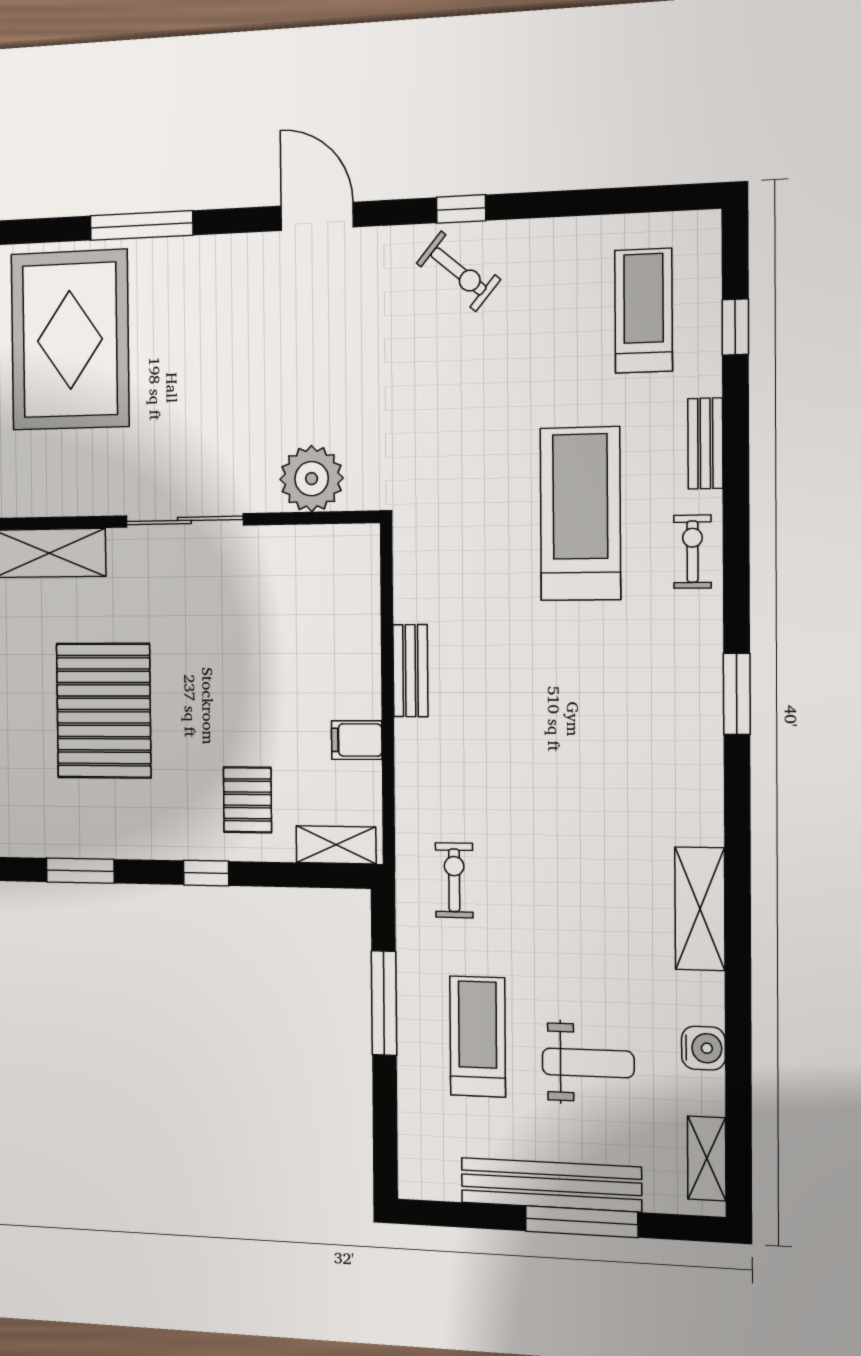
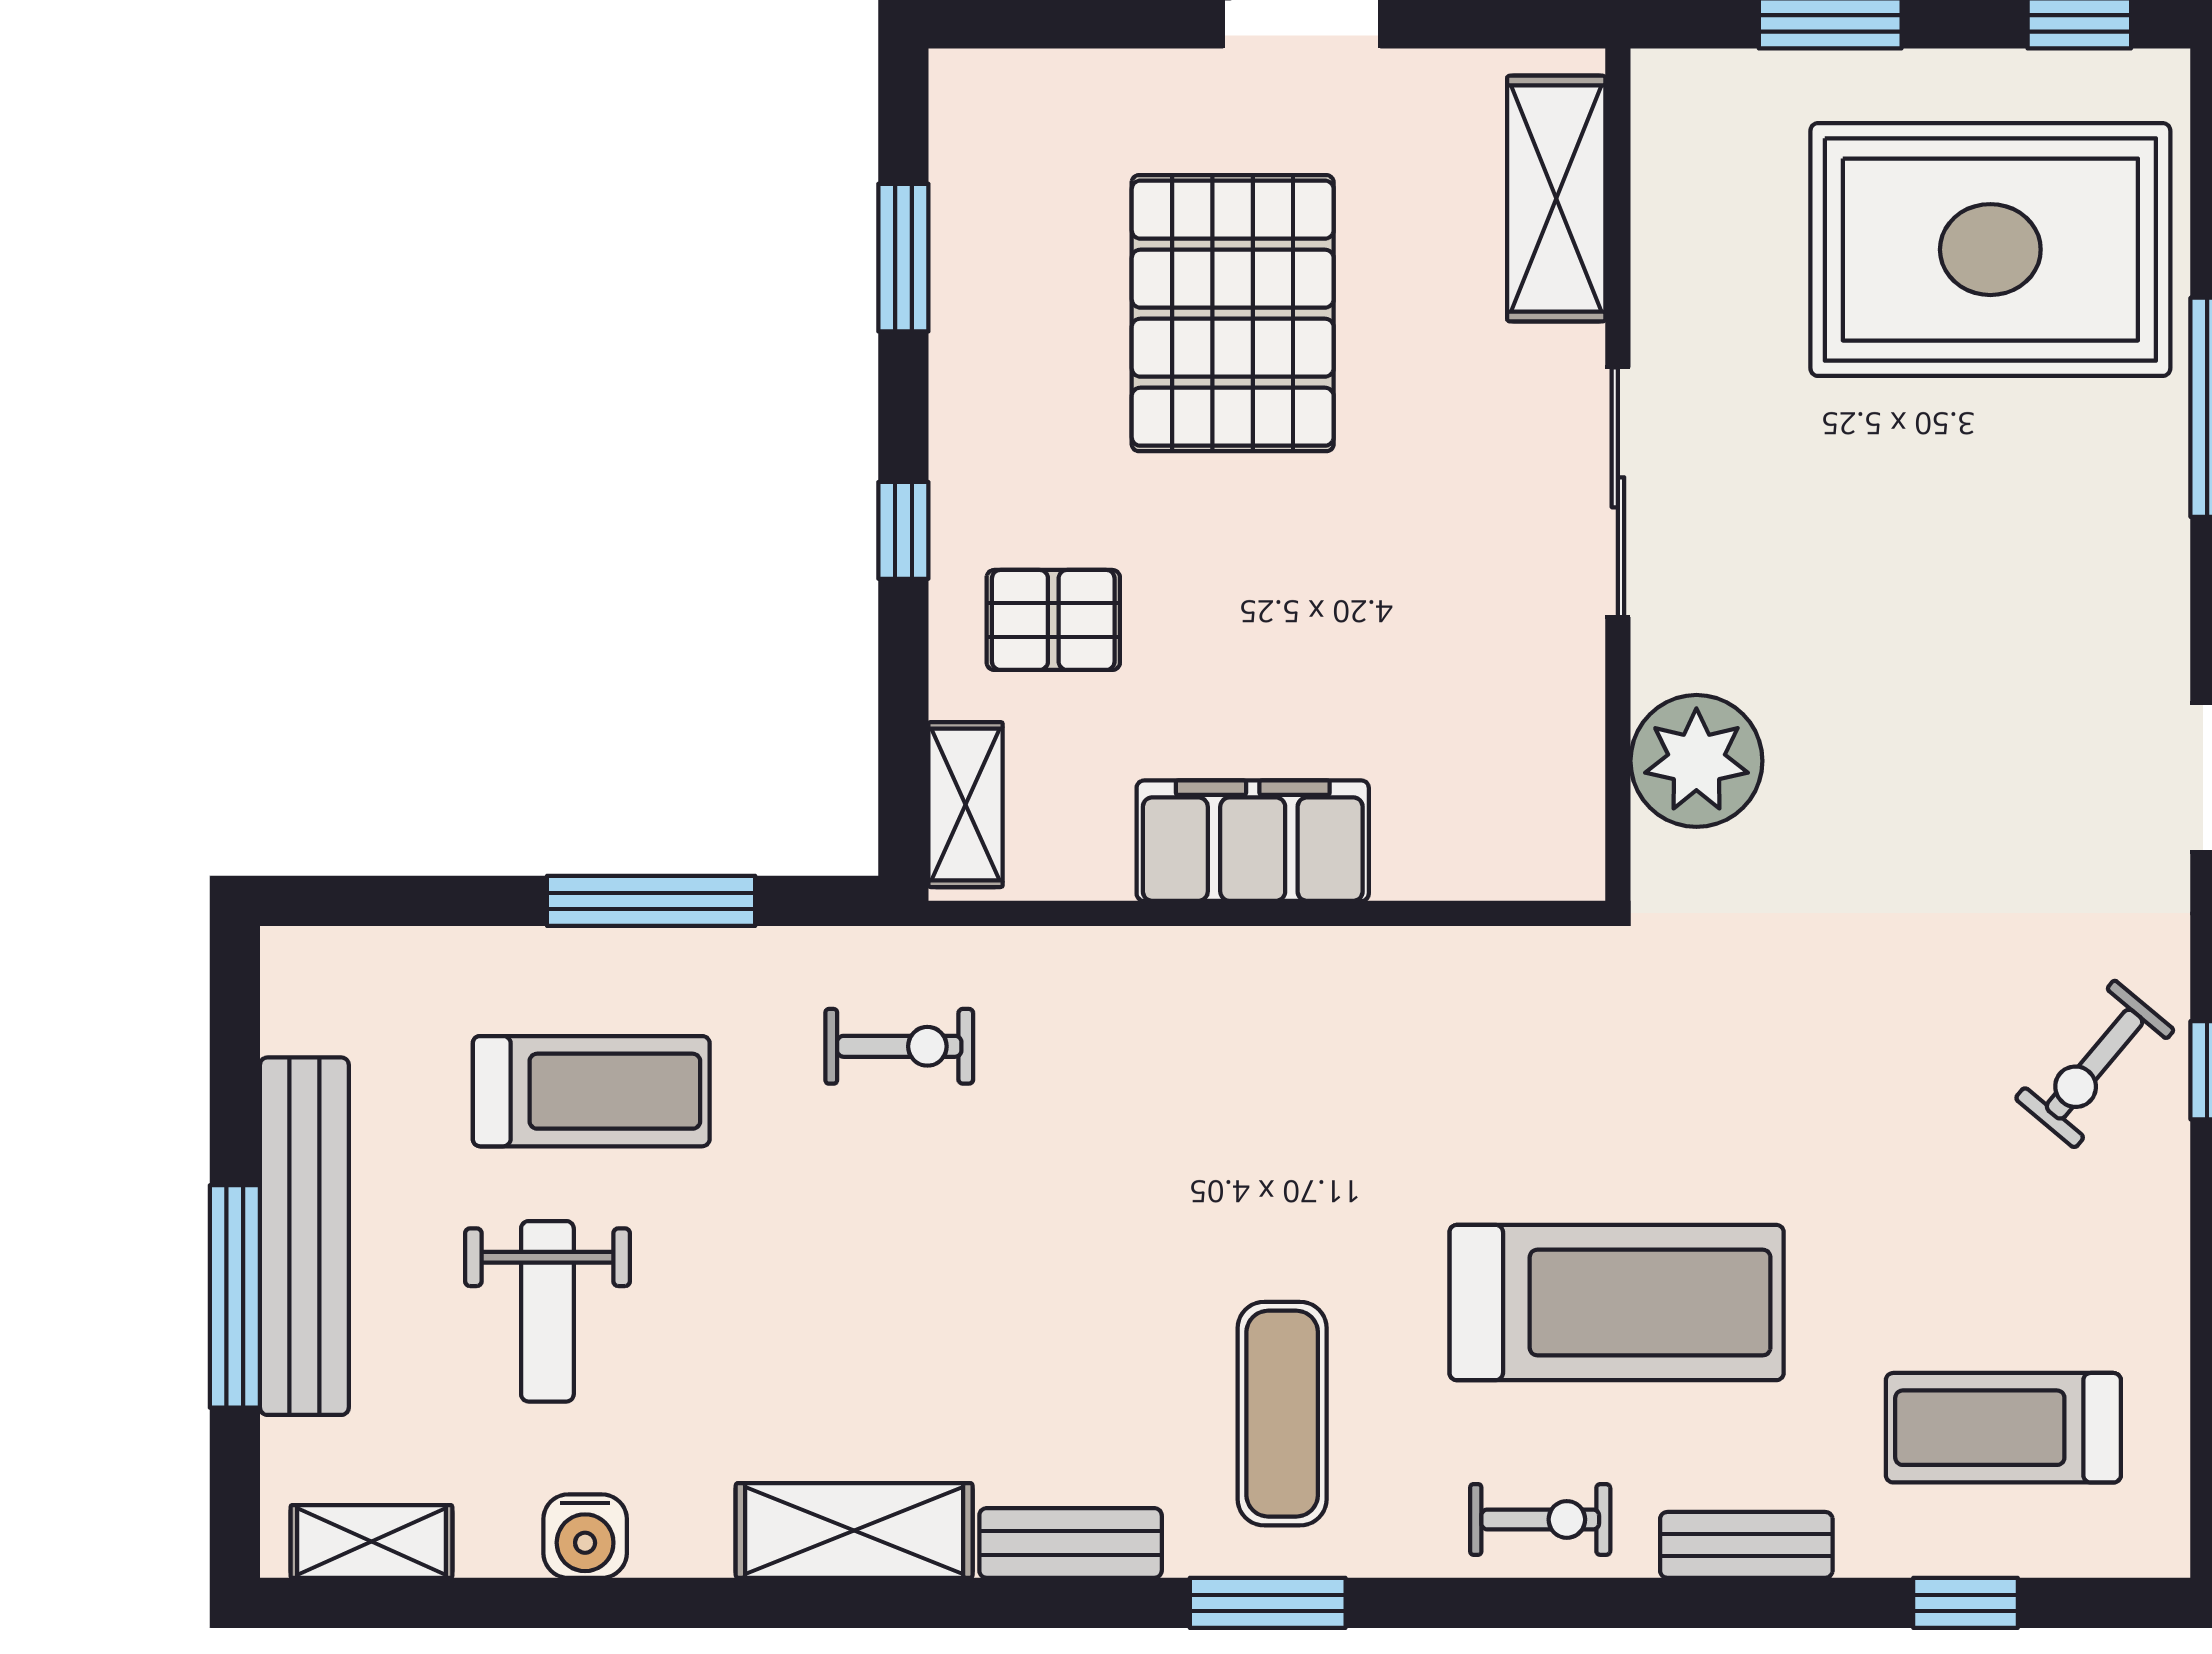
treadmill: (644, 311) -> (2003, 1428), turned 180
bench: (410, 671) -> (1071, 1543), moved
exercise mat: (638, 686) -> (1282, 1414), added
pallet: (104, 711) -> (1233, 313), turned 90
filing cabinet: (357, 740) -> (1253, 841), width x3.00, depth x1.17

